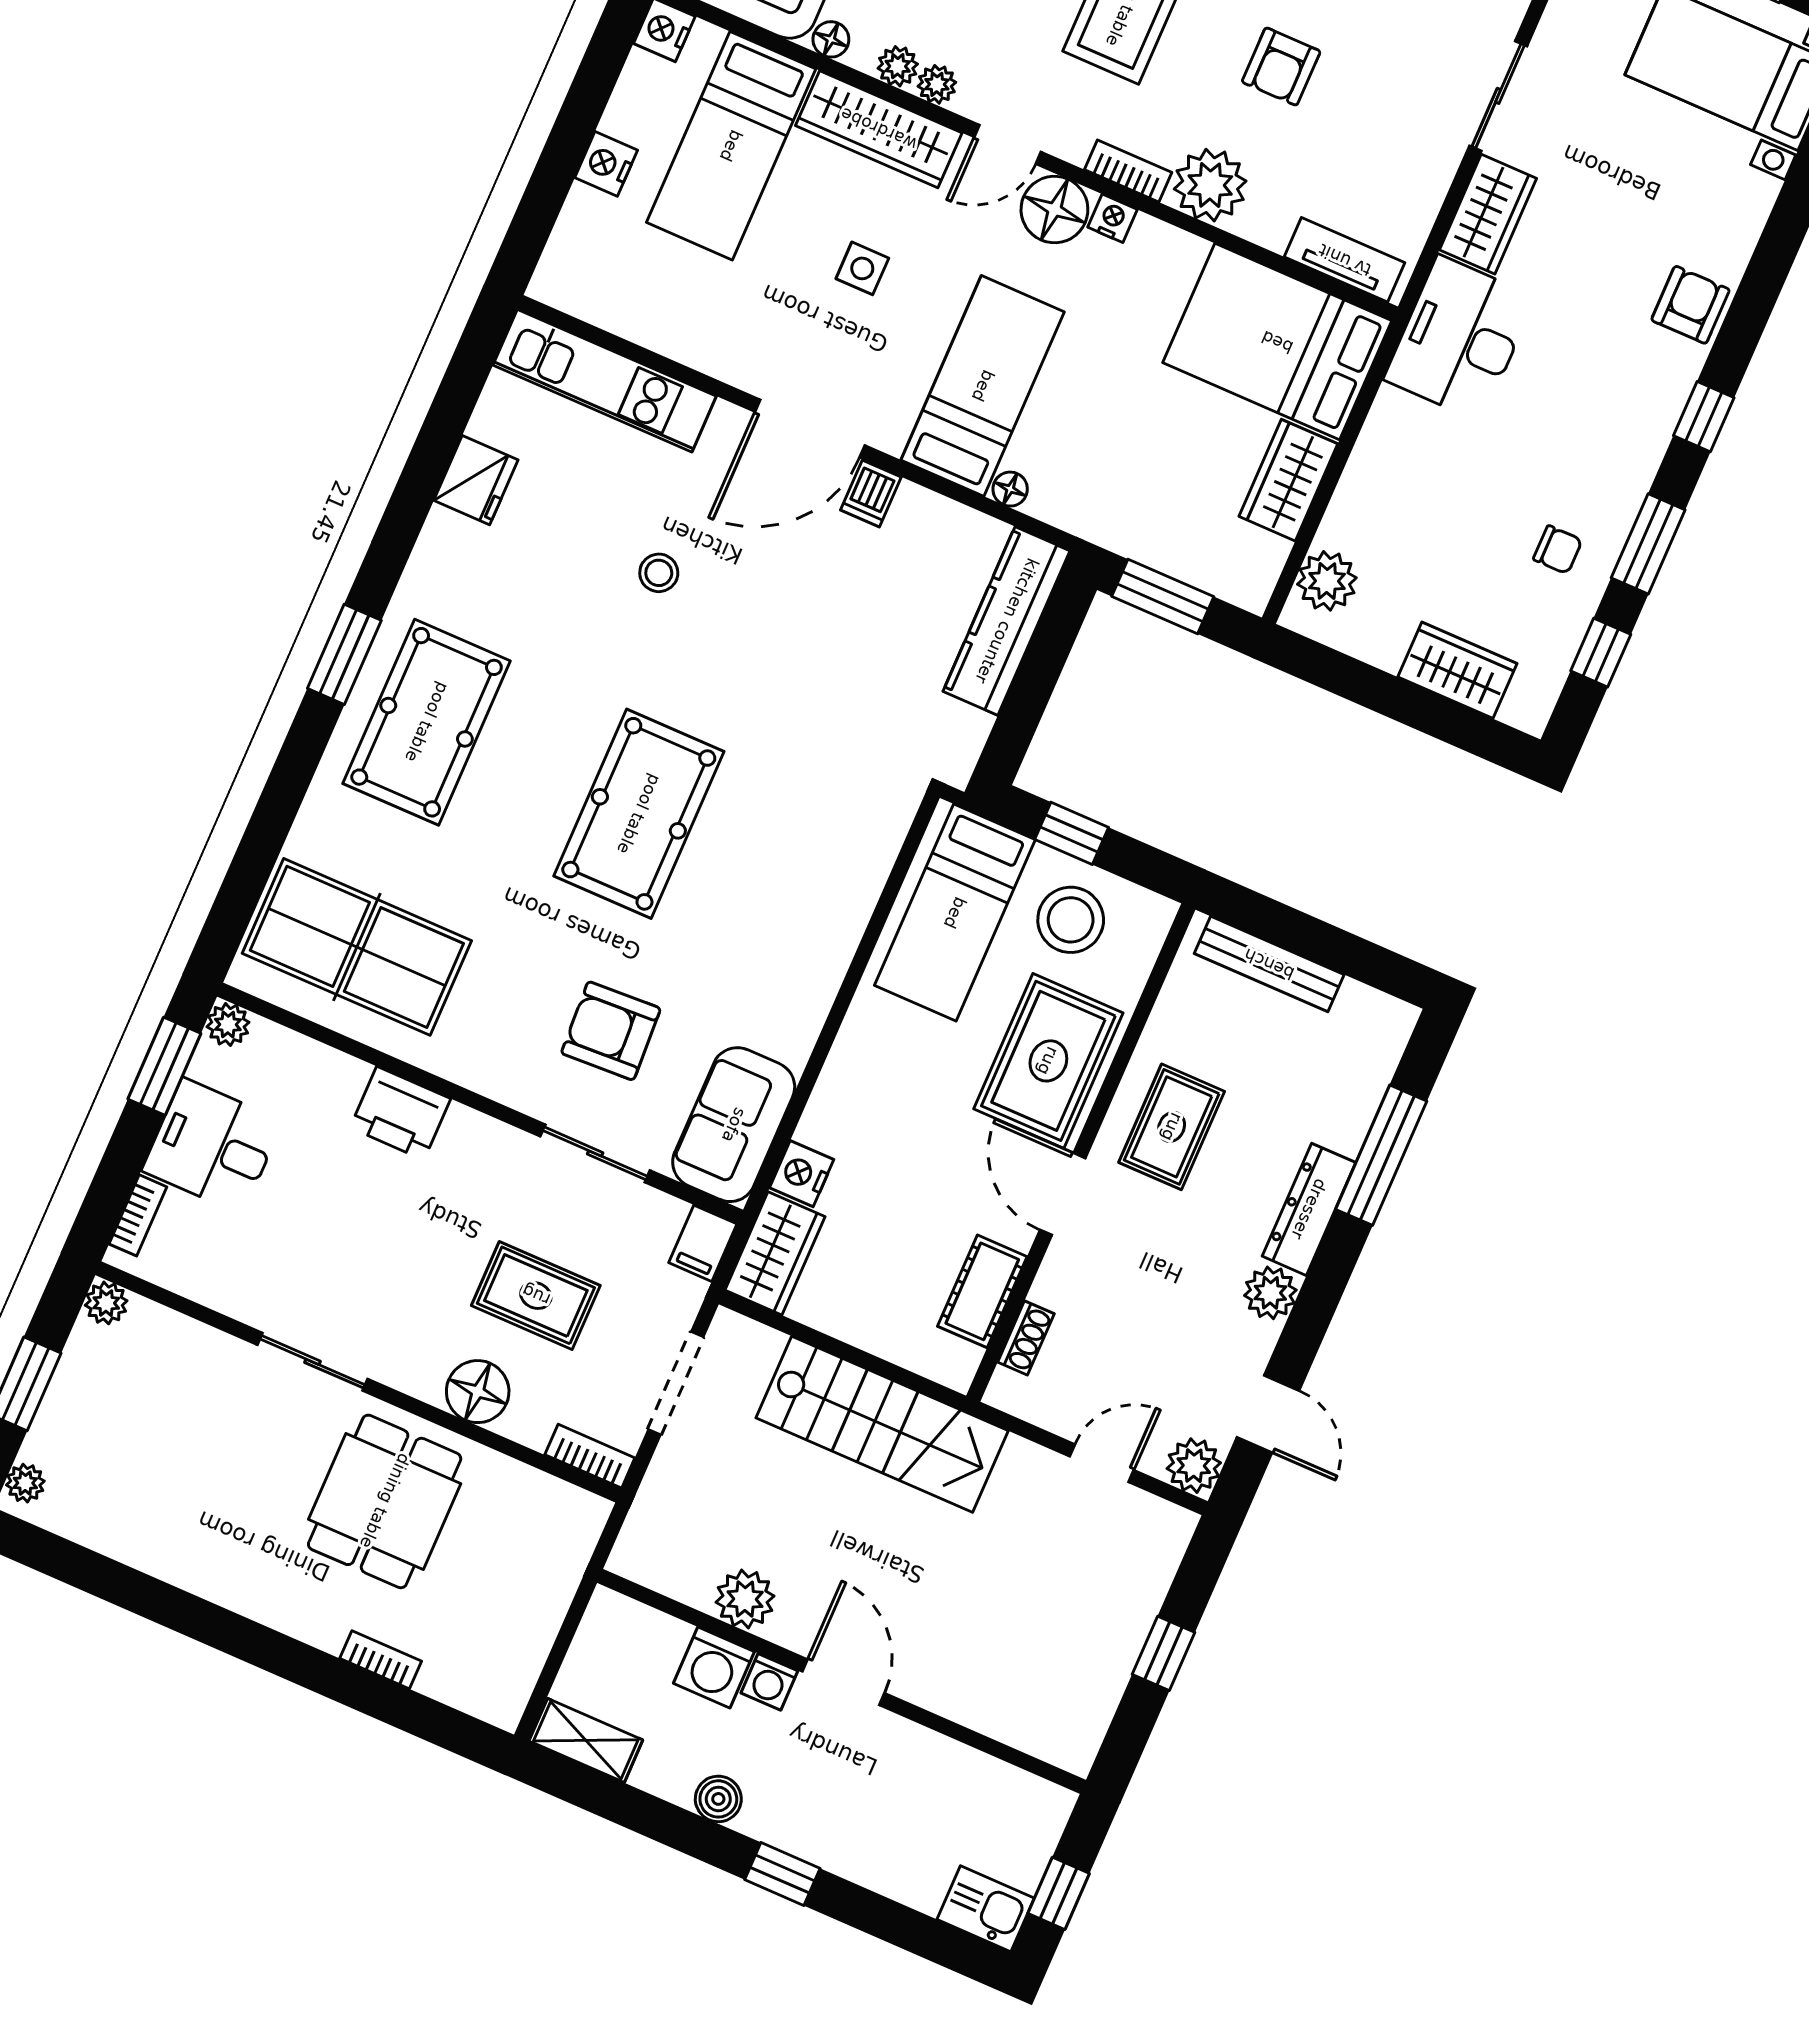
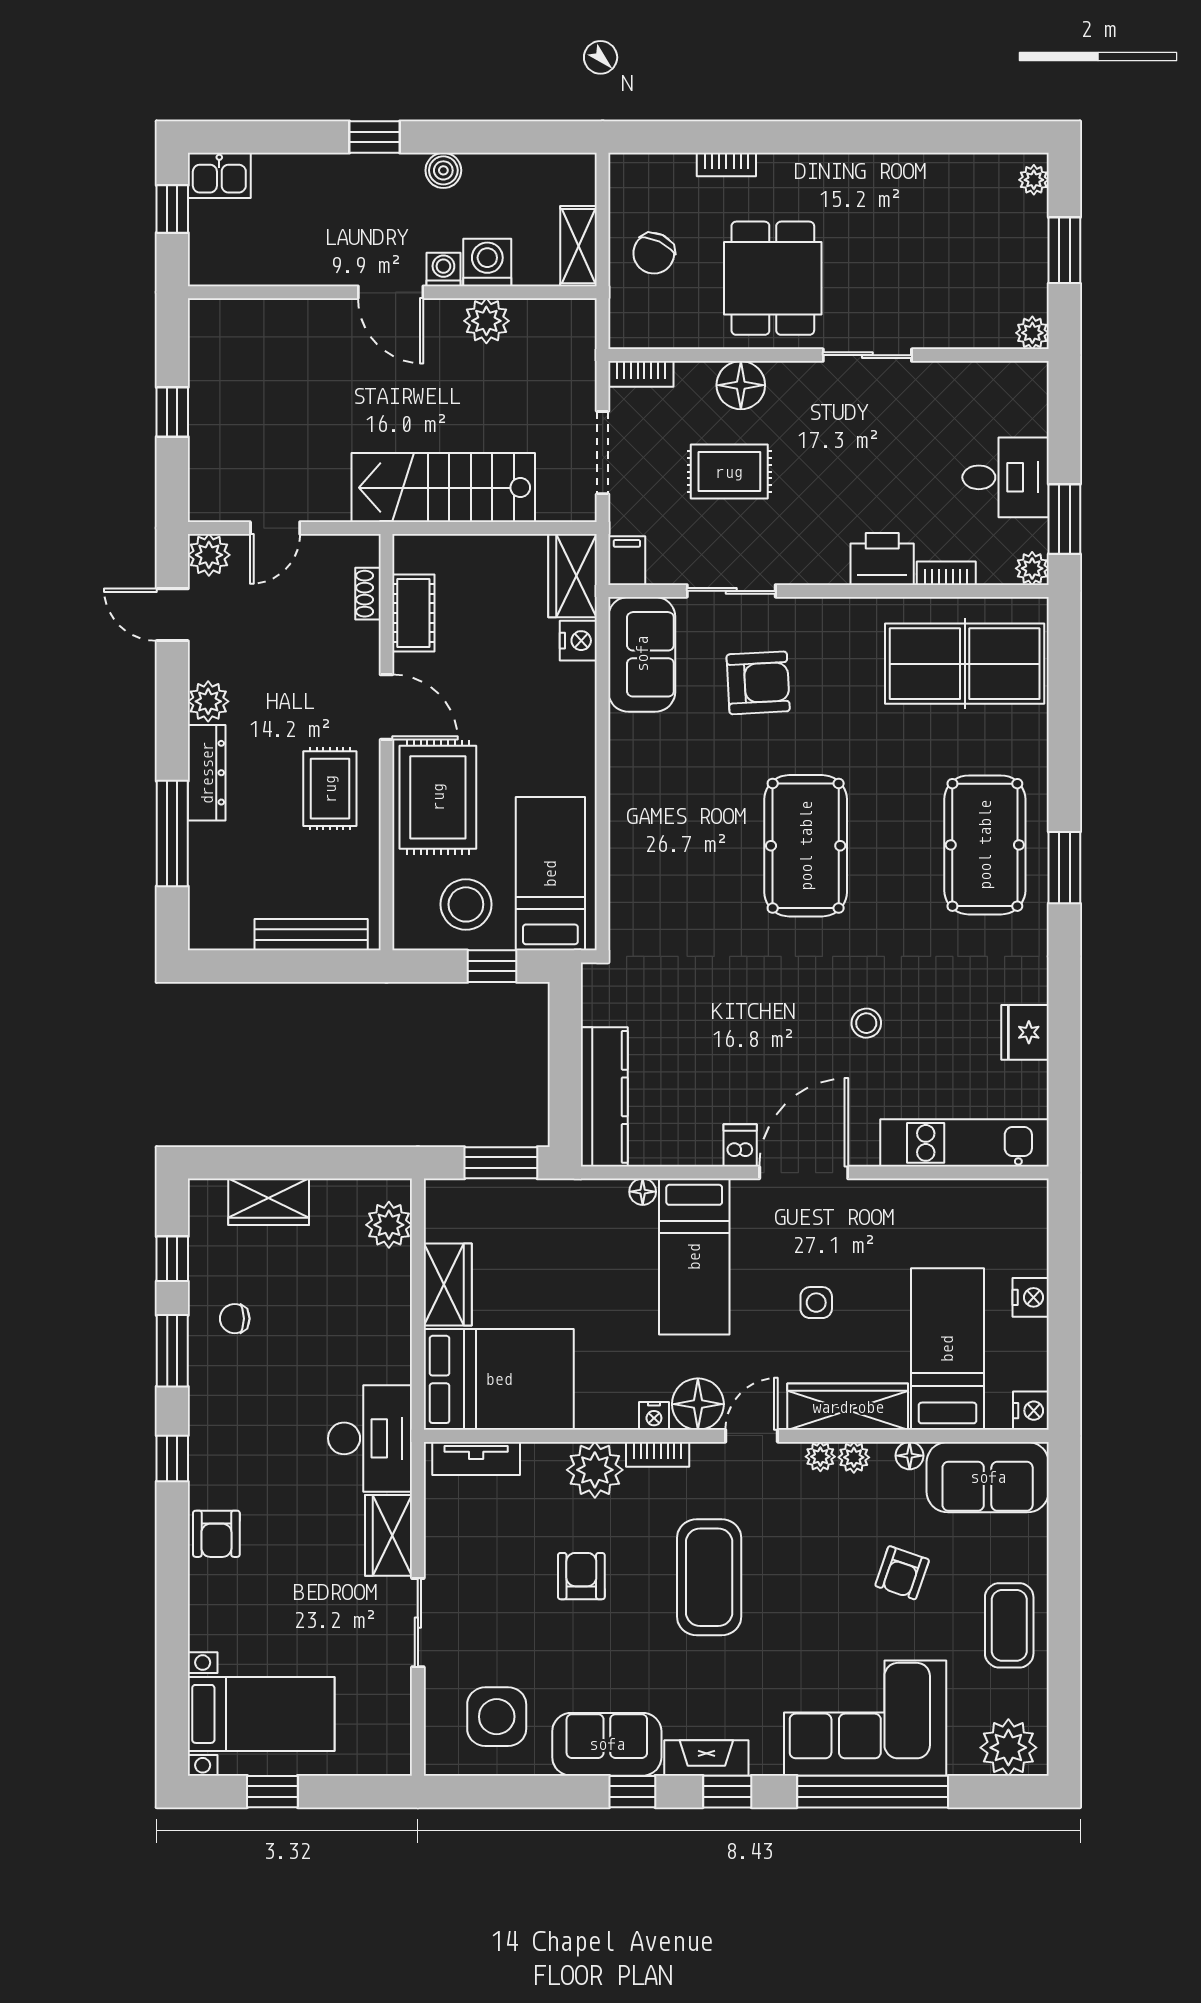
bookcase: (138, 1215) -> (946, 573), moved, turned 90
chair: (512, 1592) -> (654, 253), added
shelving: (586, 1741) -> (579, 246), moved, turned 90

